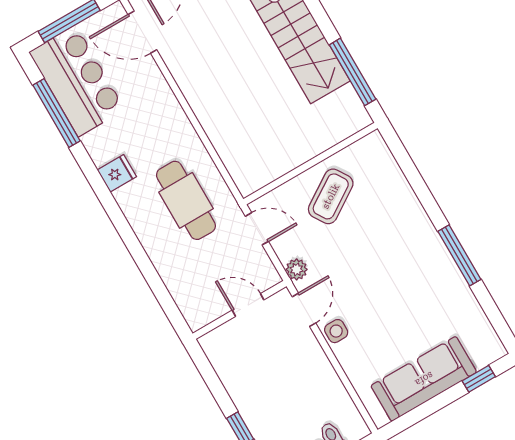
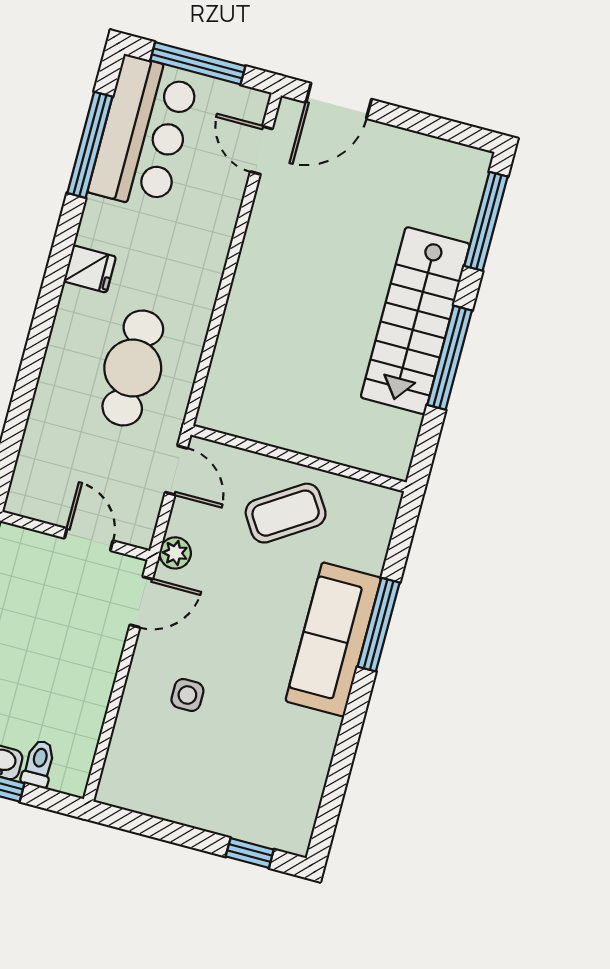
door: (142, 32) -> (261, 150), width x0.73
window: (353, 72) -> (450, 358), moved
window: (459, 255) -> (379, 625), moved
side table: (336, 331) -> (187, 695), moved
sofa: (424, 379) -> (333, 639), moved, turned -90

